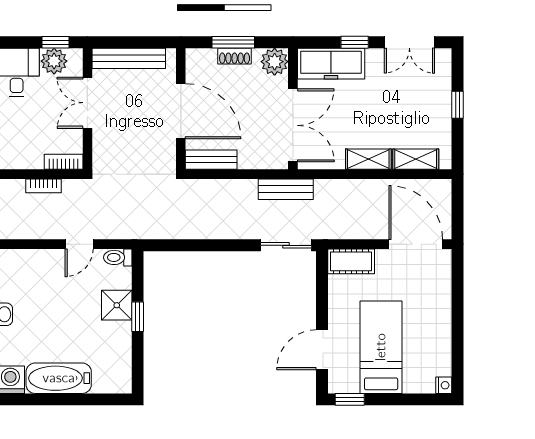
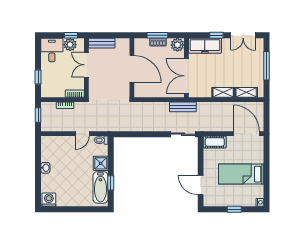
bench: (129, 58) -> (102, 43), width x0.73
window: (457, 105) -> (267, 66), width x2.17
double door: (293, 125) -> (186, 76), swing flipped
bench: (211, 160) -> (147, 92), removed
window: (138, 317) -> (111, 183), moved
bed: (381, 347) -> (241, 174), moved, turned -90
door: (322, 350) -> (201, 185), hinge flipped
bathtub: (59, 378) -> (100, 187), moved, turned -90
window: (350, 399) -> (234, 209), moved

